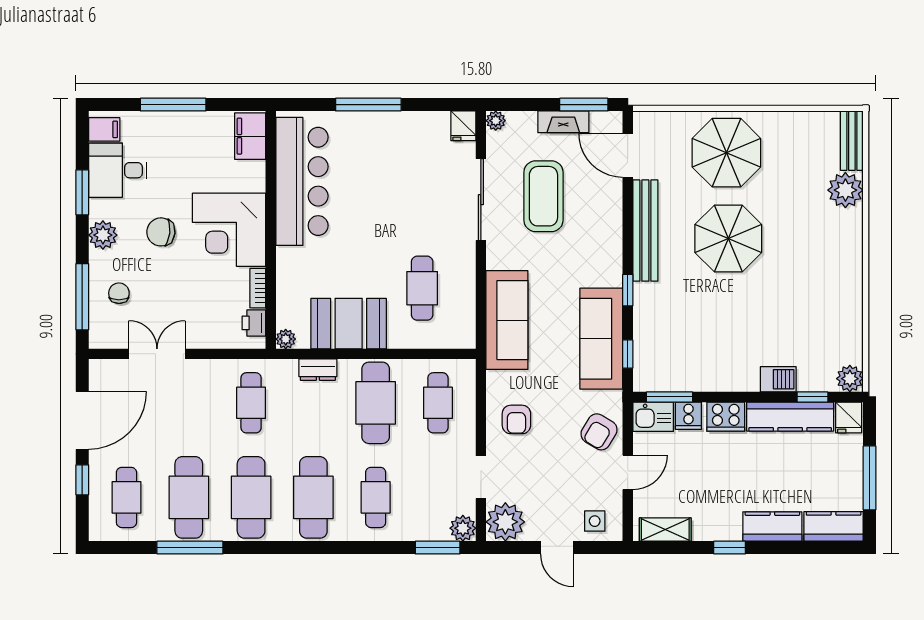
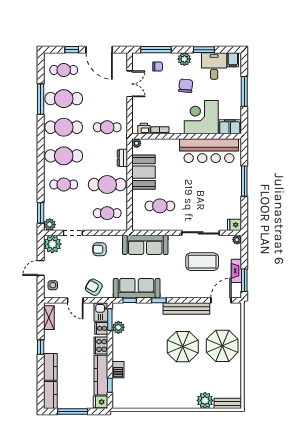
corner desk: (229, 230) -> (201, 117), moved
plant: (850, 379) -> (118, 327), moved

